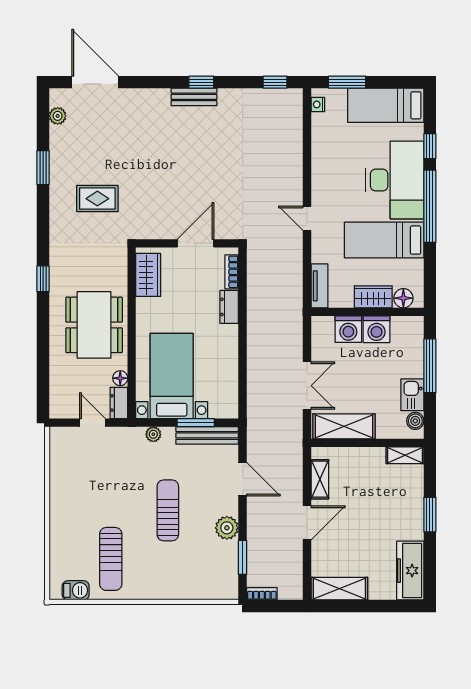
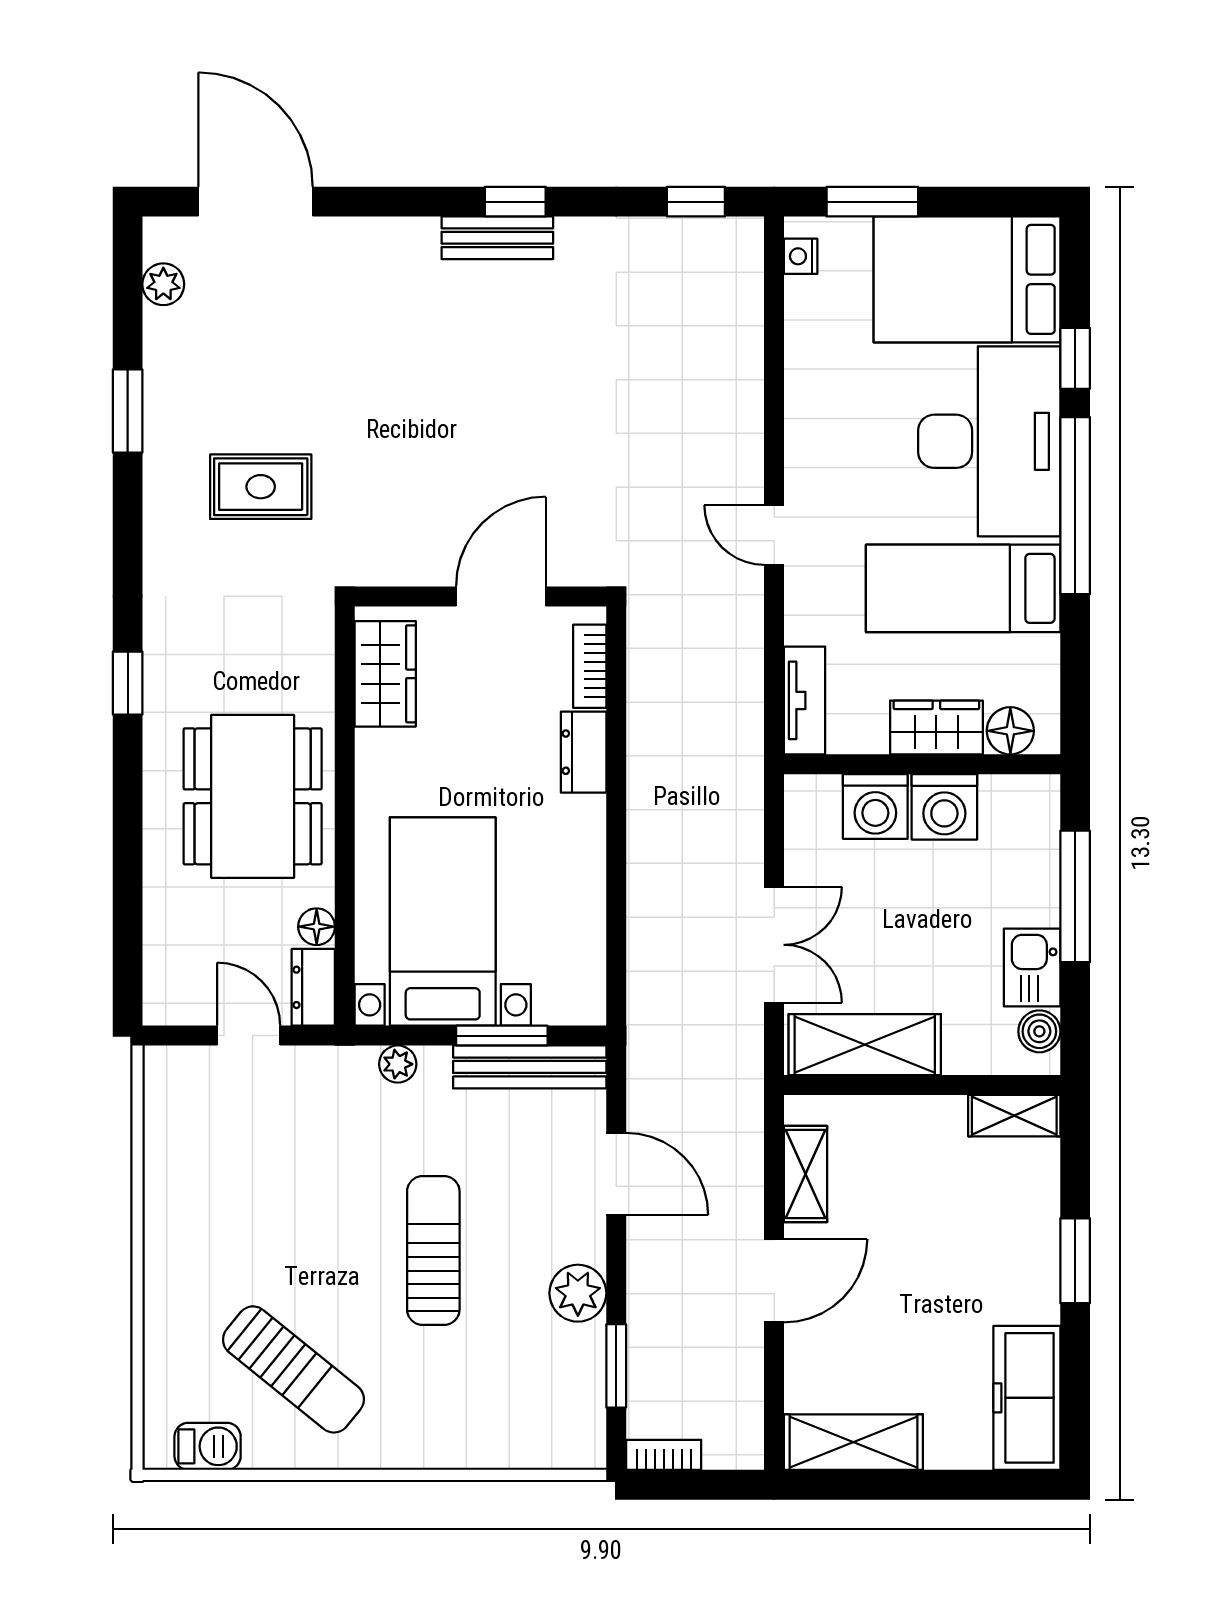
bed: (386, 105) -> (967, 279), width x1.50
sun lounger: (111, 559) -> (293, 1369), turned -51

